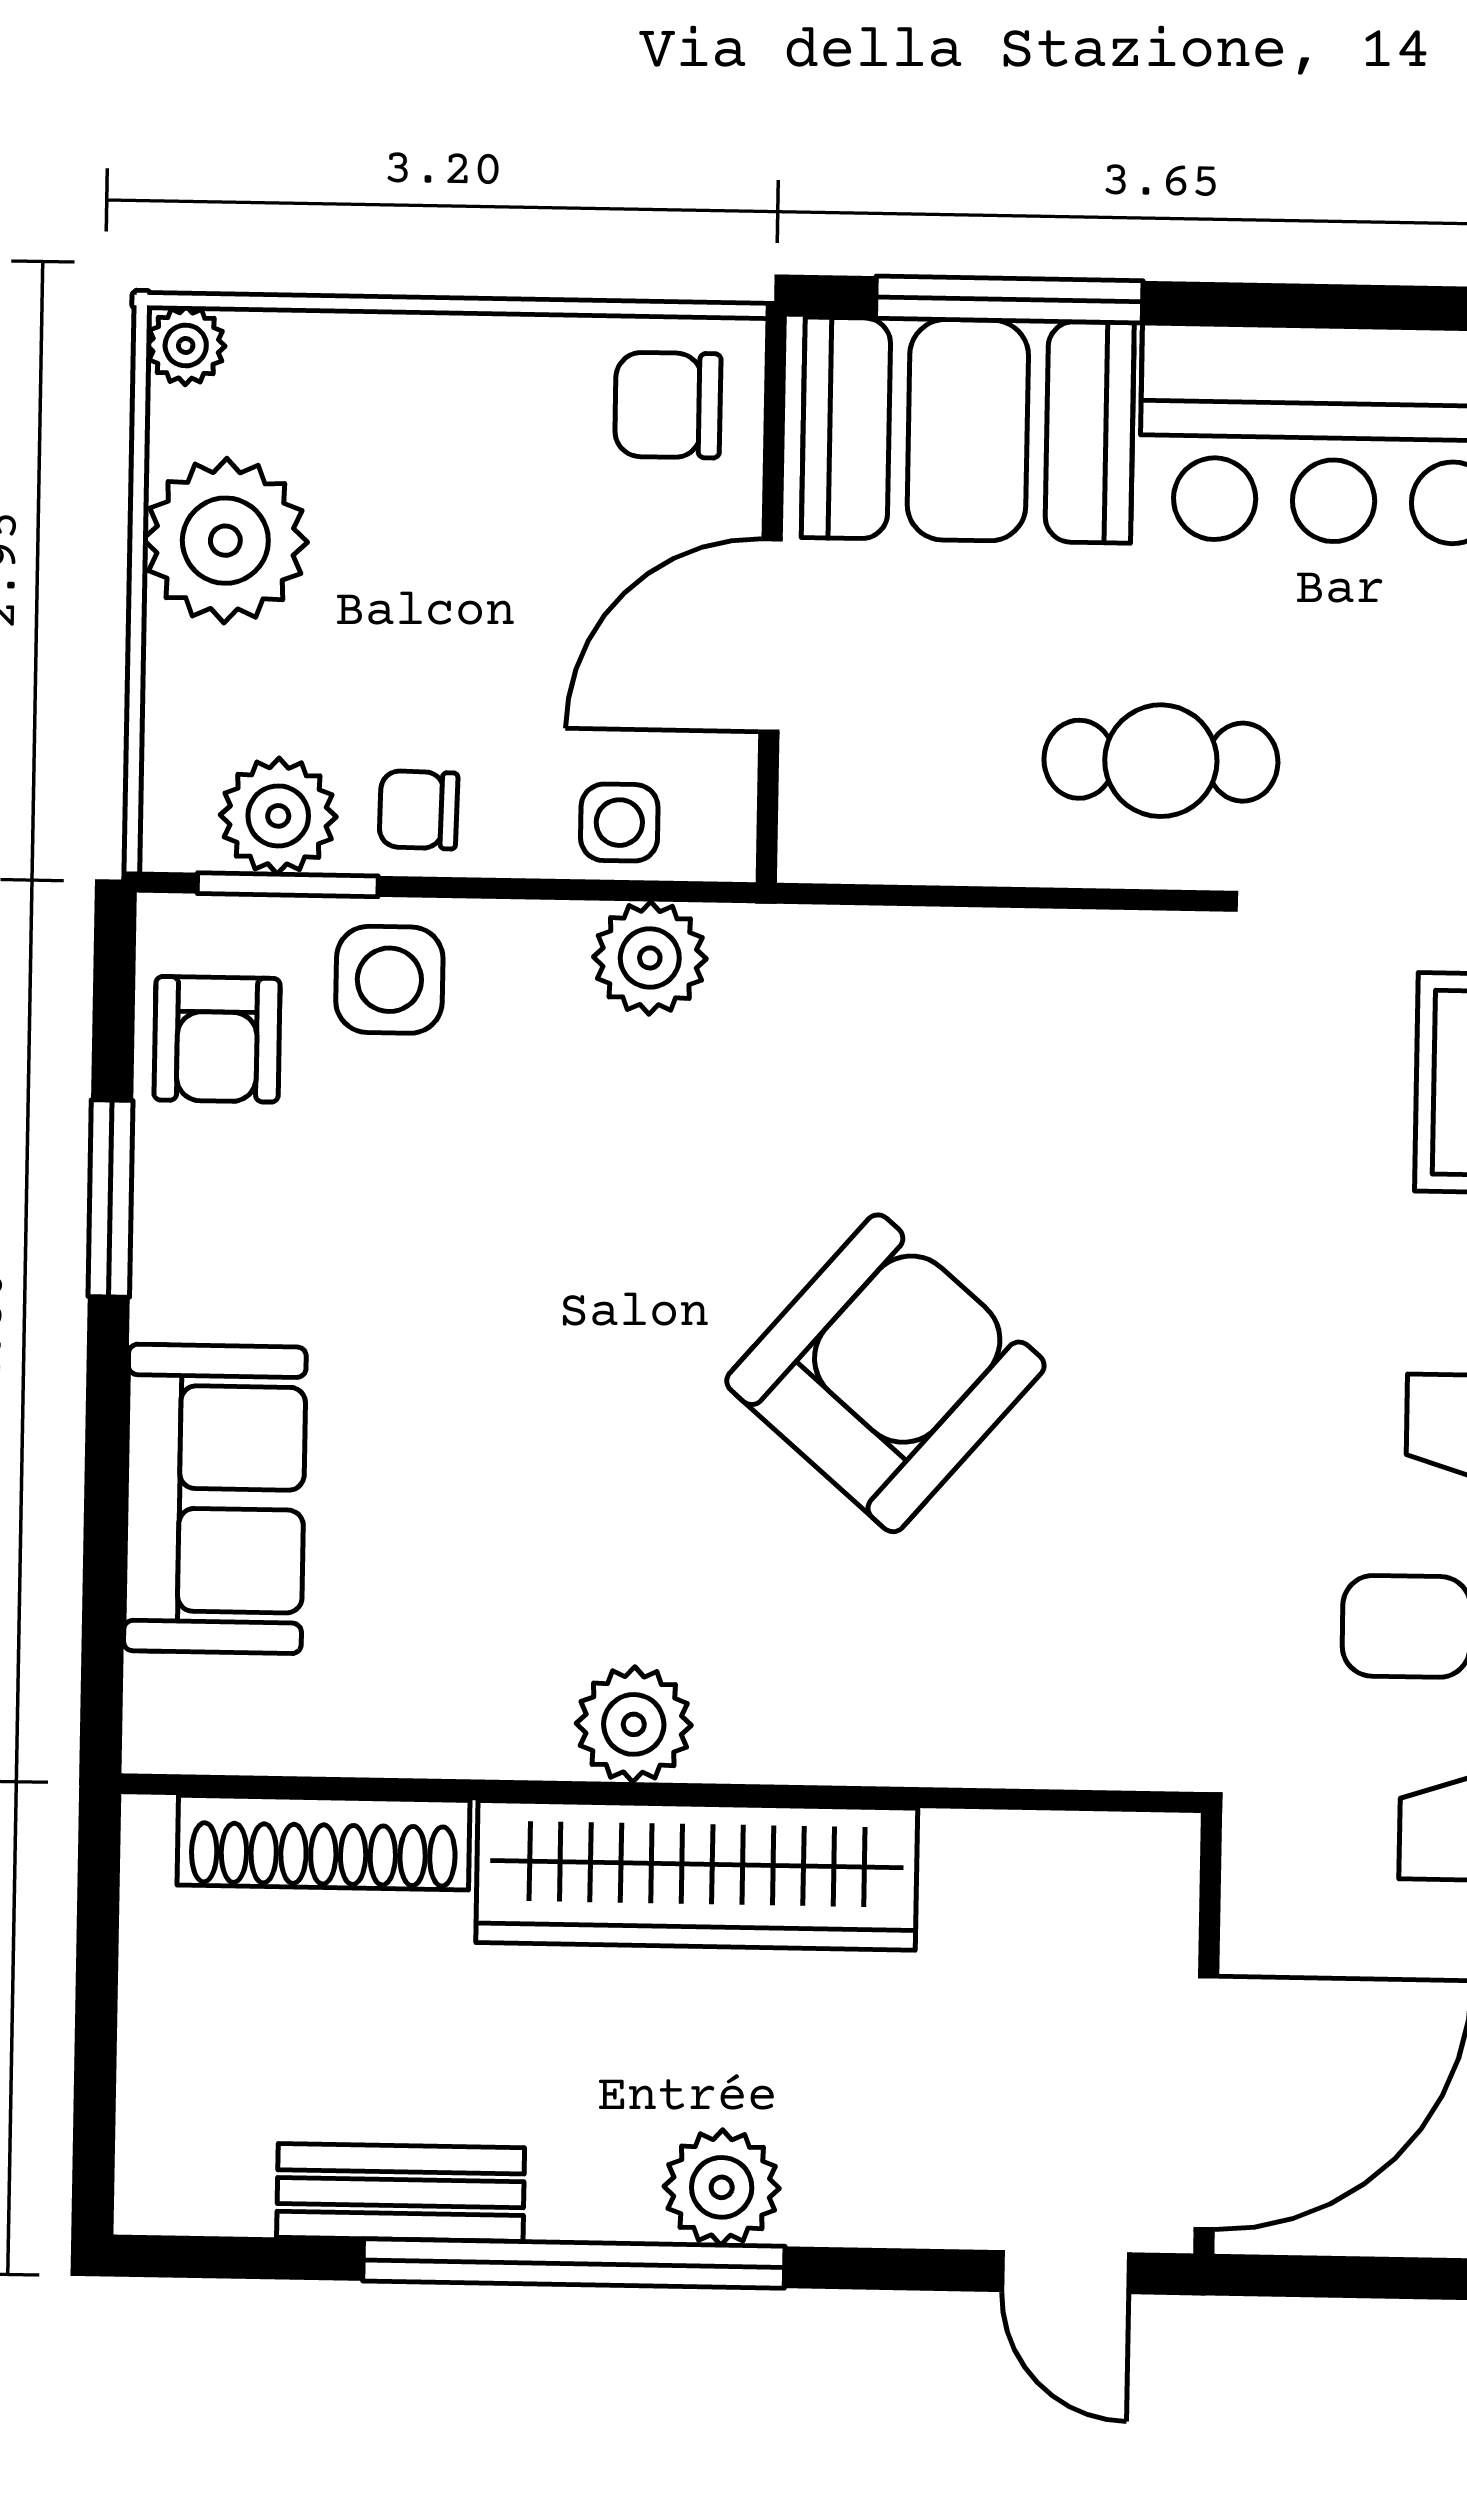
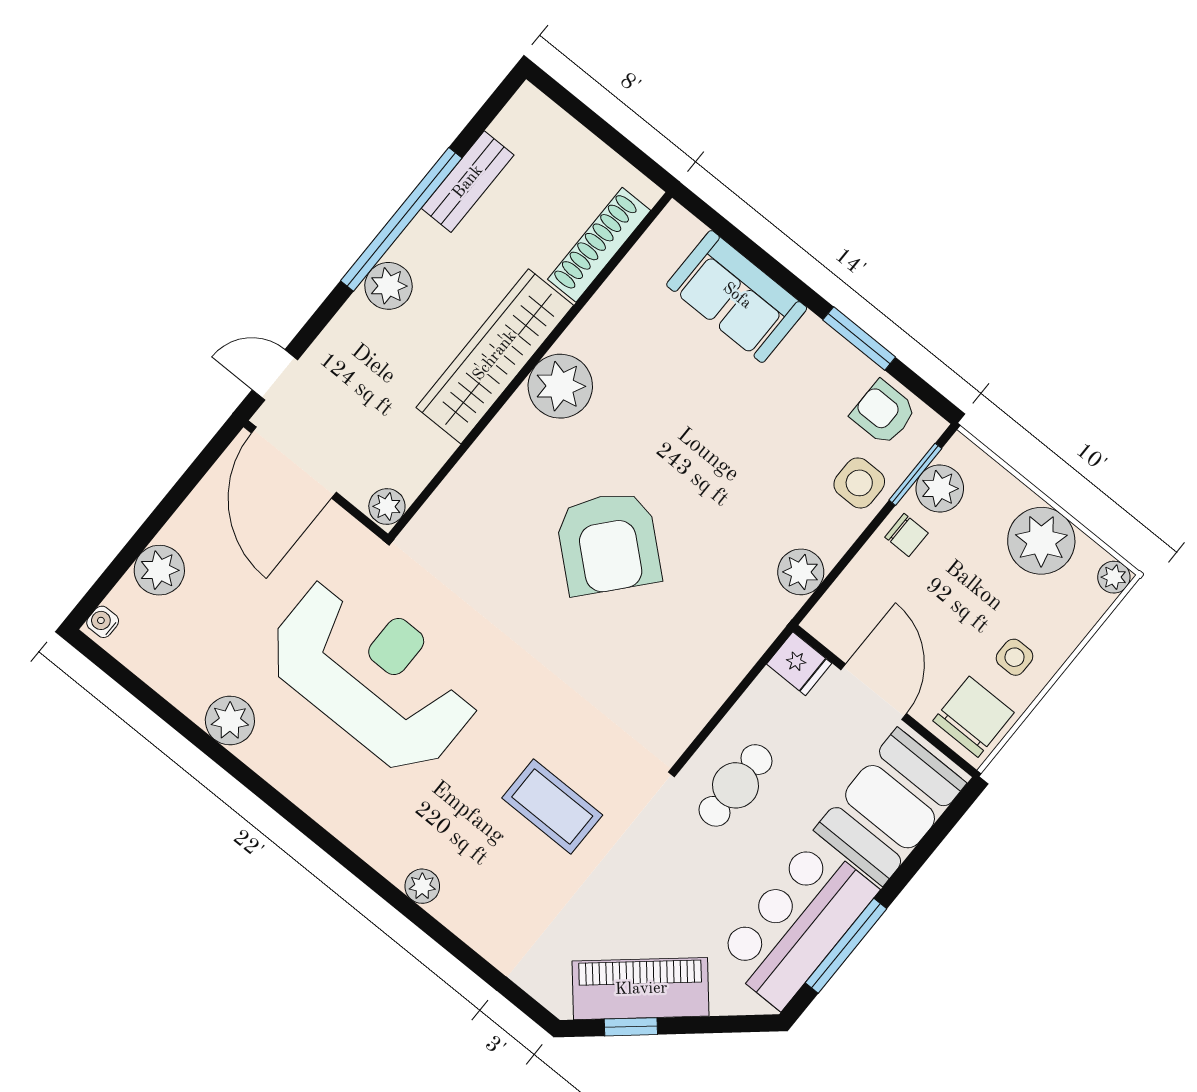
window: (1009, 299) -> (846, 946), moved
chair: (668, 405) -> (974, 717), width x1.37, depth x1.37
chair: (418, 810) -> (906, 535), turned 89
fridge: (829, 822) -> (799, 664), added
side table: (619, 823) -> (1015, 657), moved
plant: (634, 1724) -> (560, 386), width x1.36, depth x1.36
plant: (1150, 1856) -> (387, 506), added

